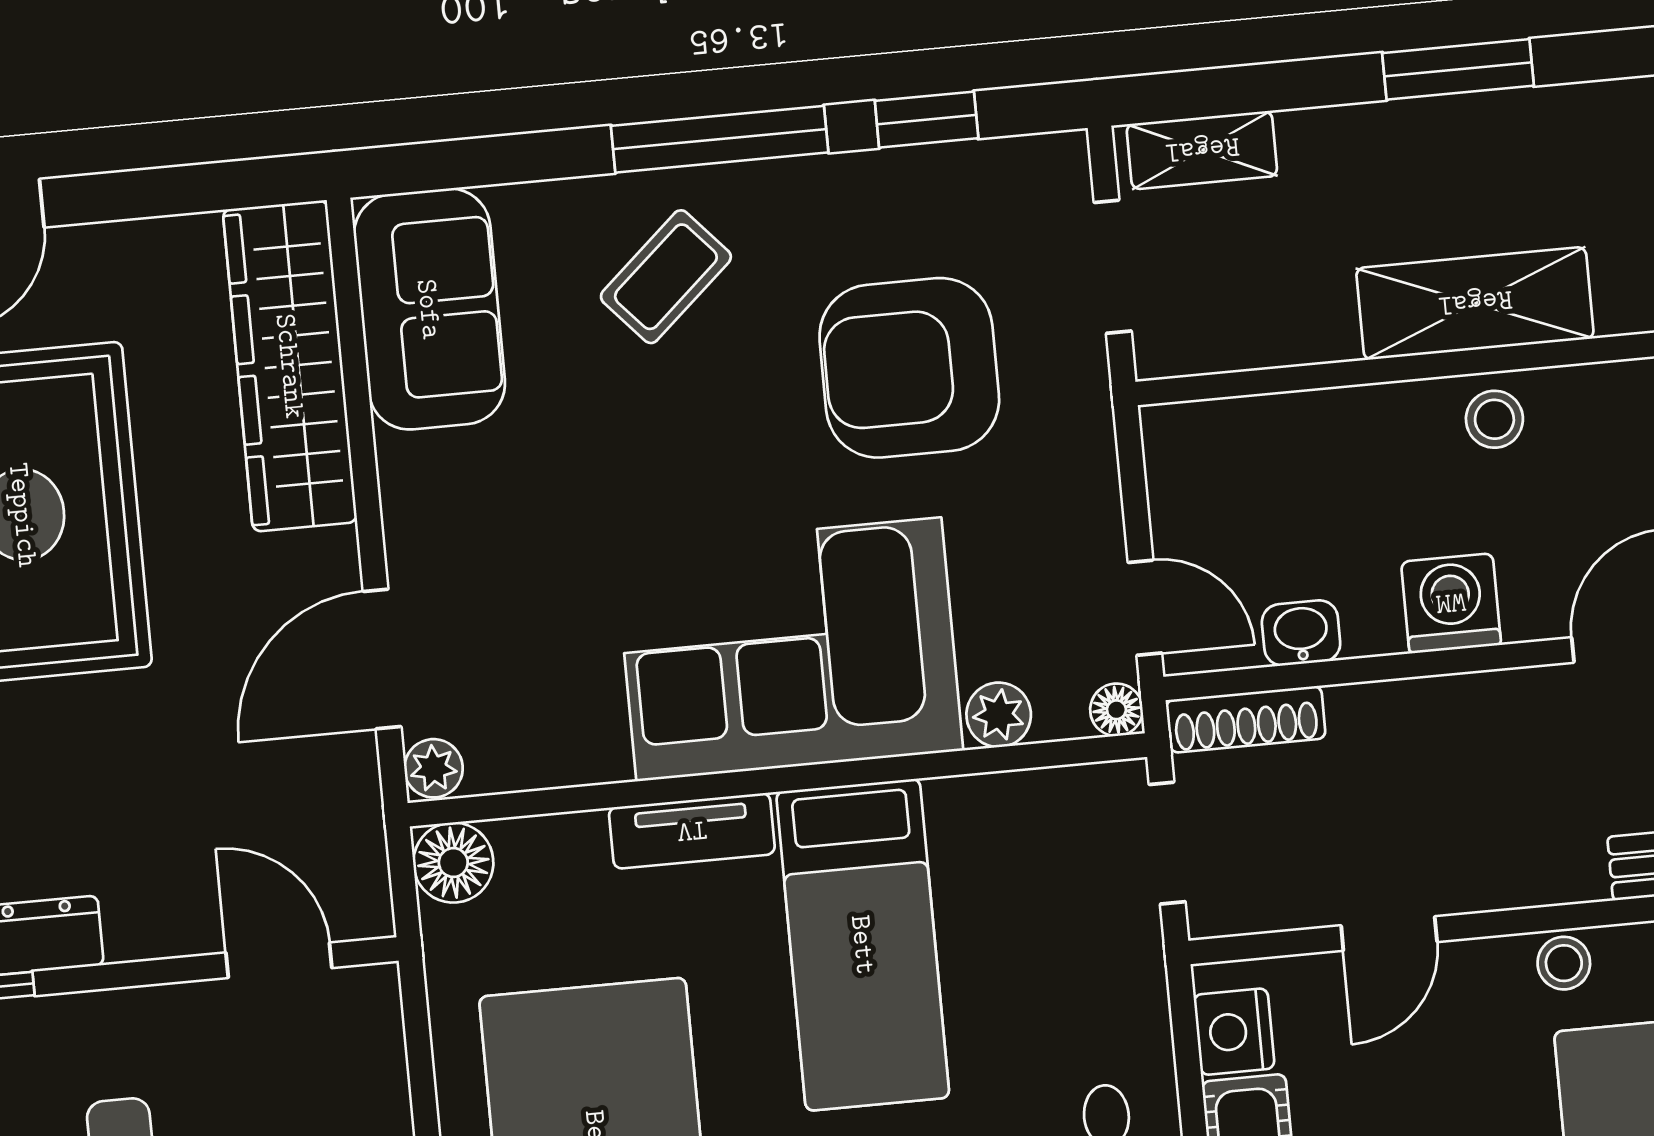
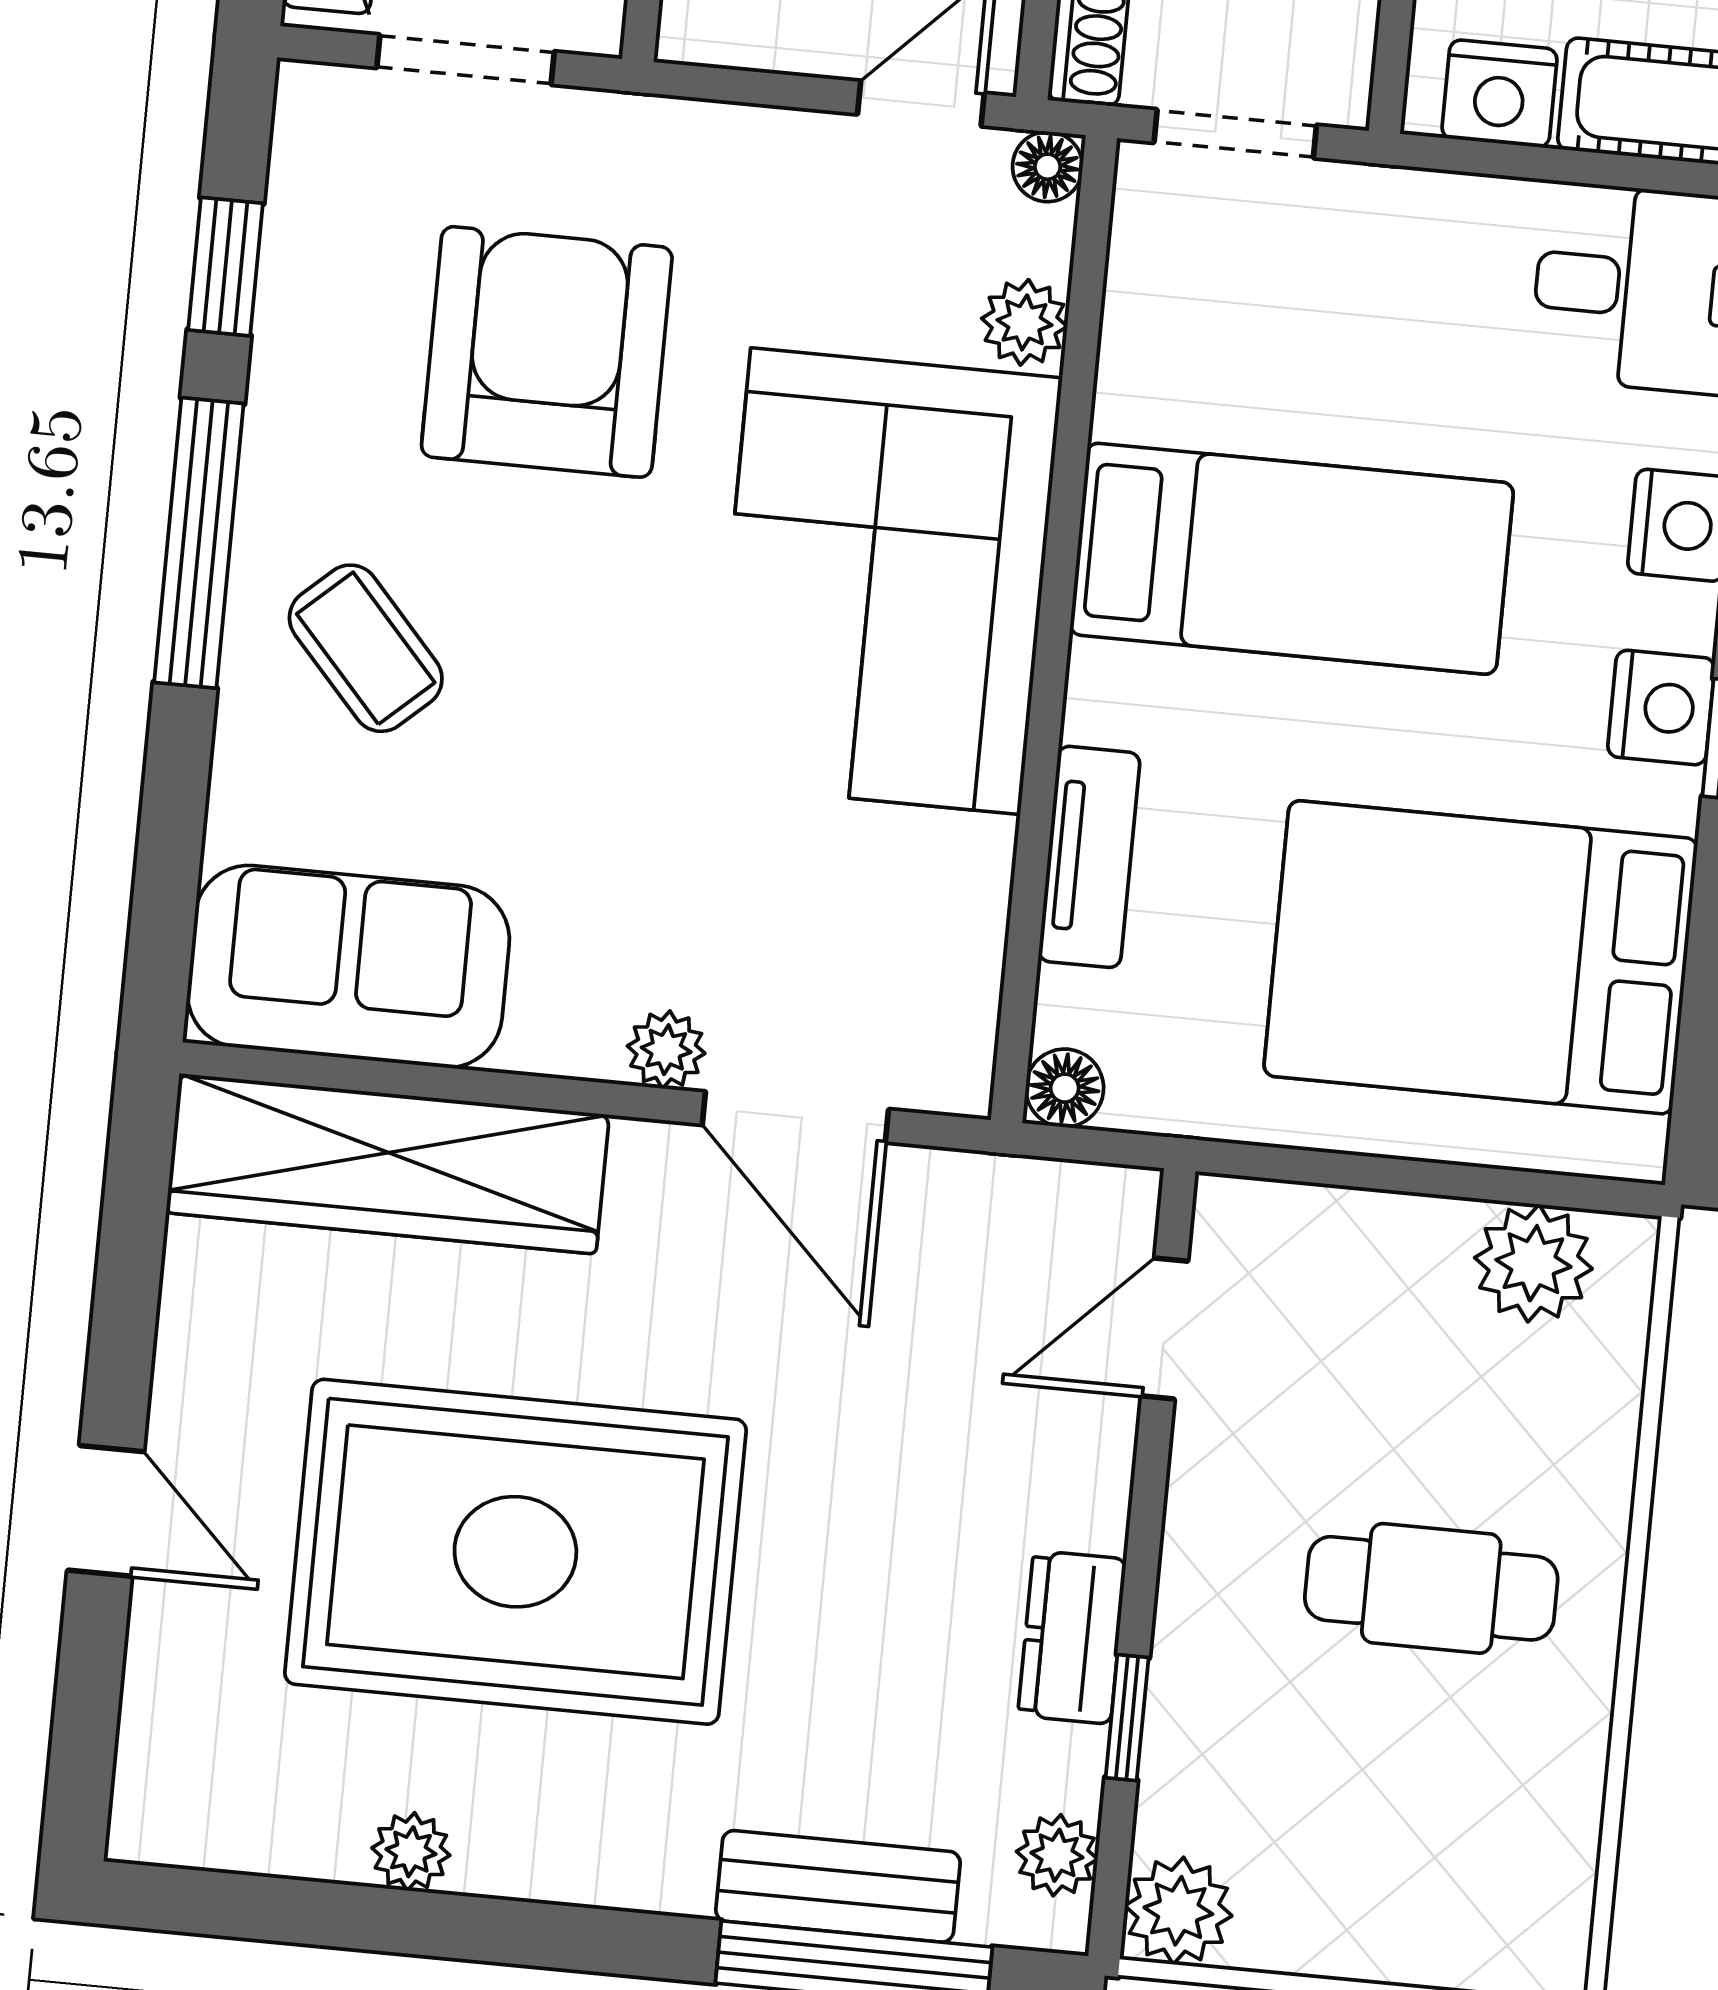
armchair: (909, 368) -> (547, 352), turned 180
plant: (434, 768) -> (666, 1050), moved
tv unit: (692, 831) -> (1089, 857), moved
floor lamp: (453, 863) -> (1065, 1088), width x0.73, depth x0.73

